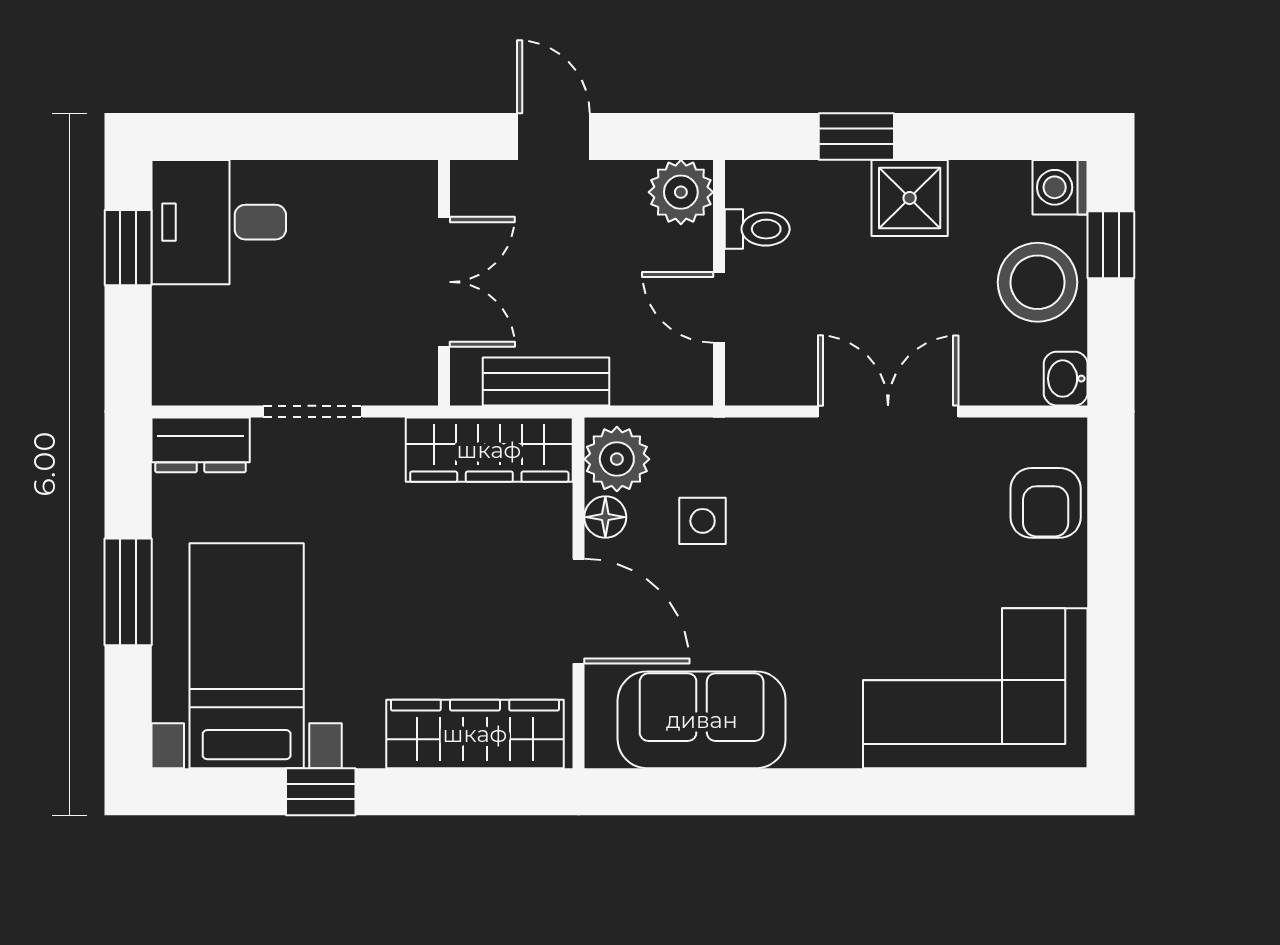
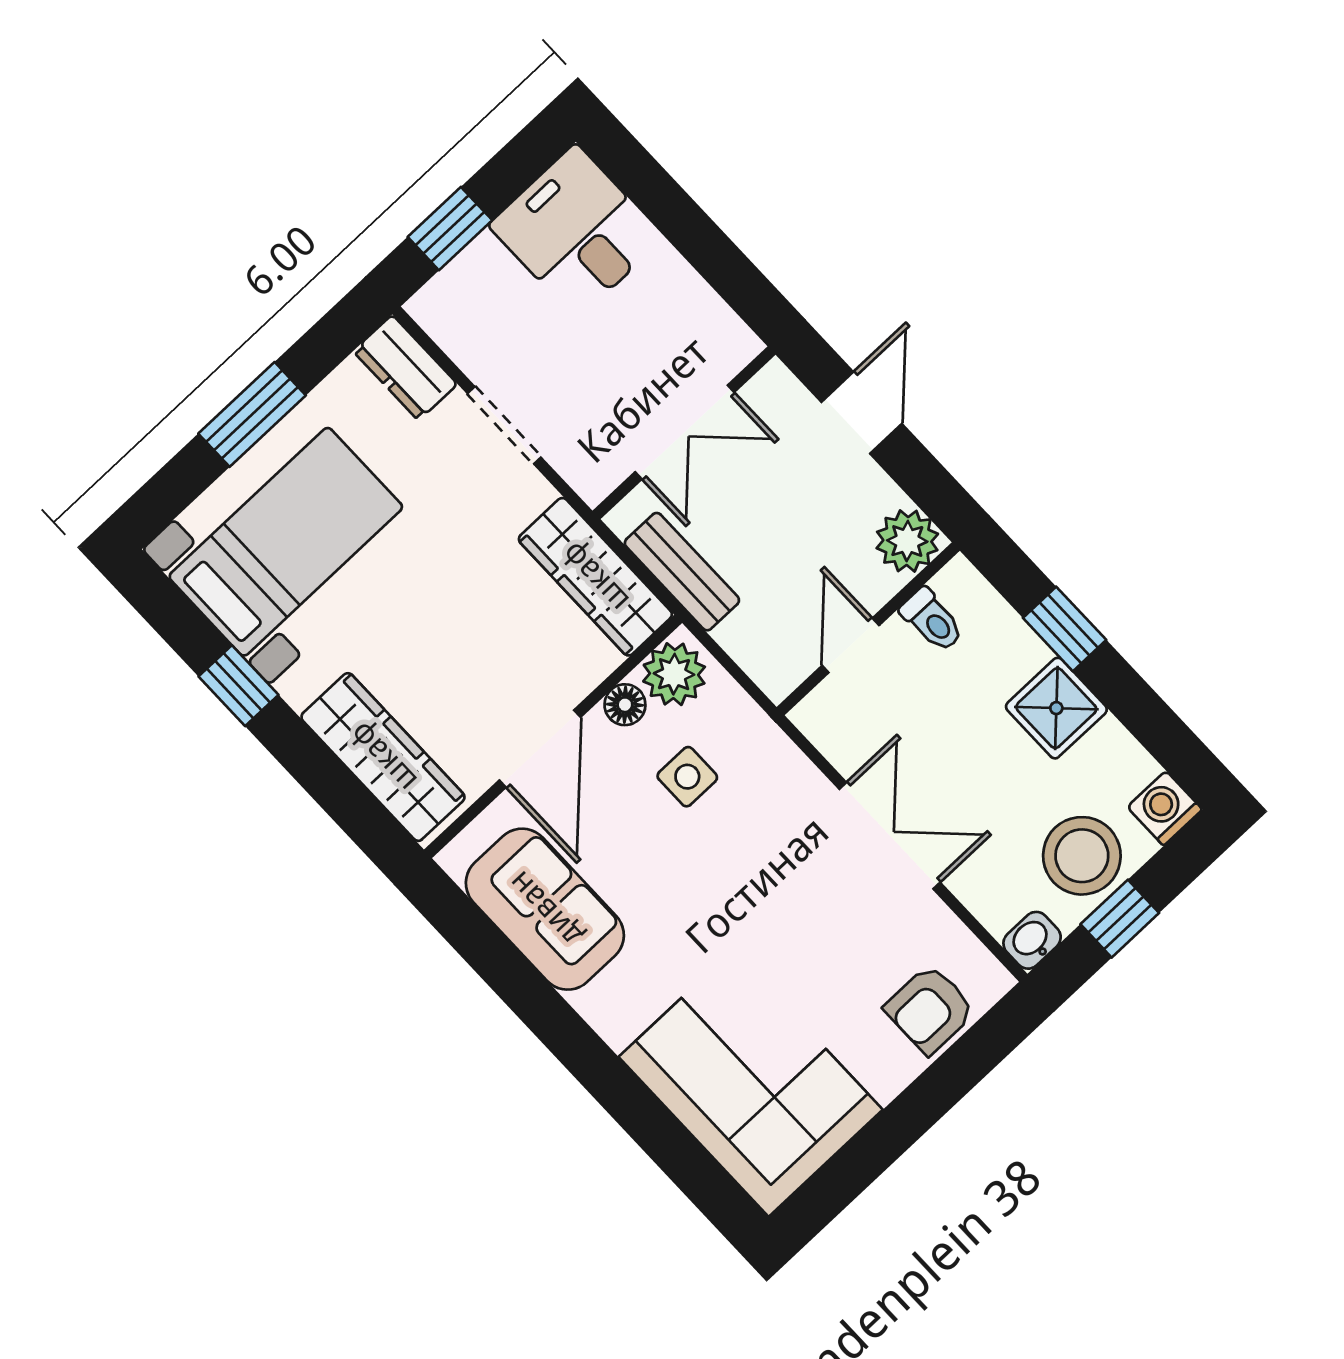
window: (1111, 245) -> (1120, 919), moved
window: (128, 248) -> (450, 229), moved

